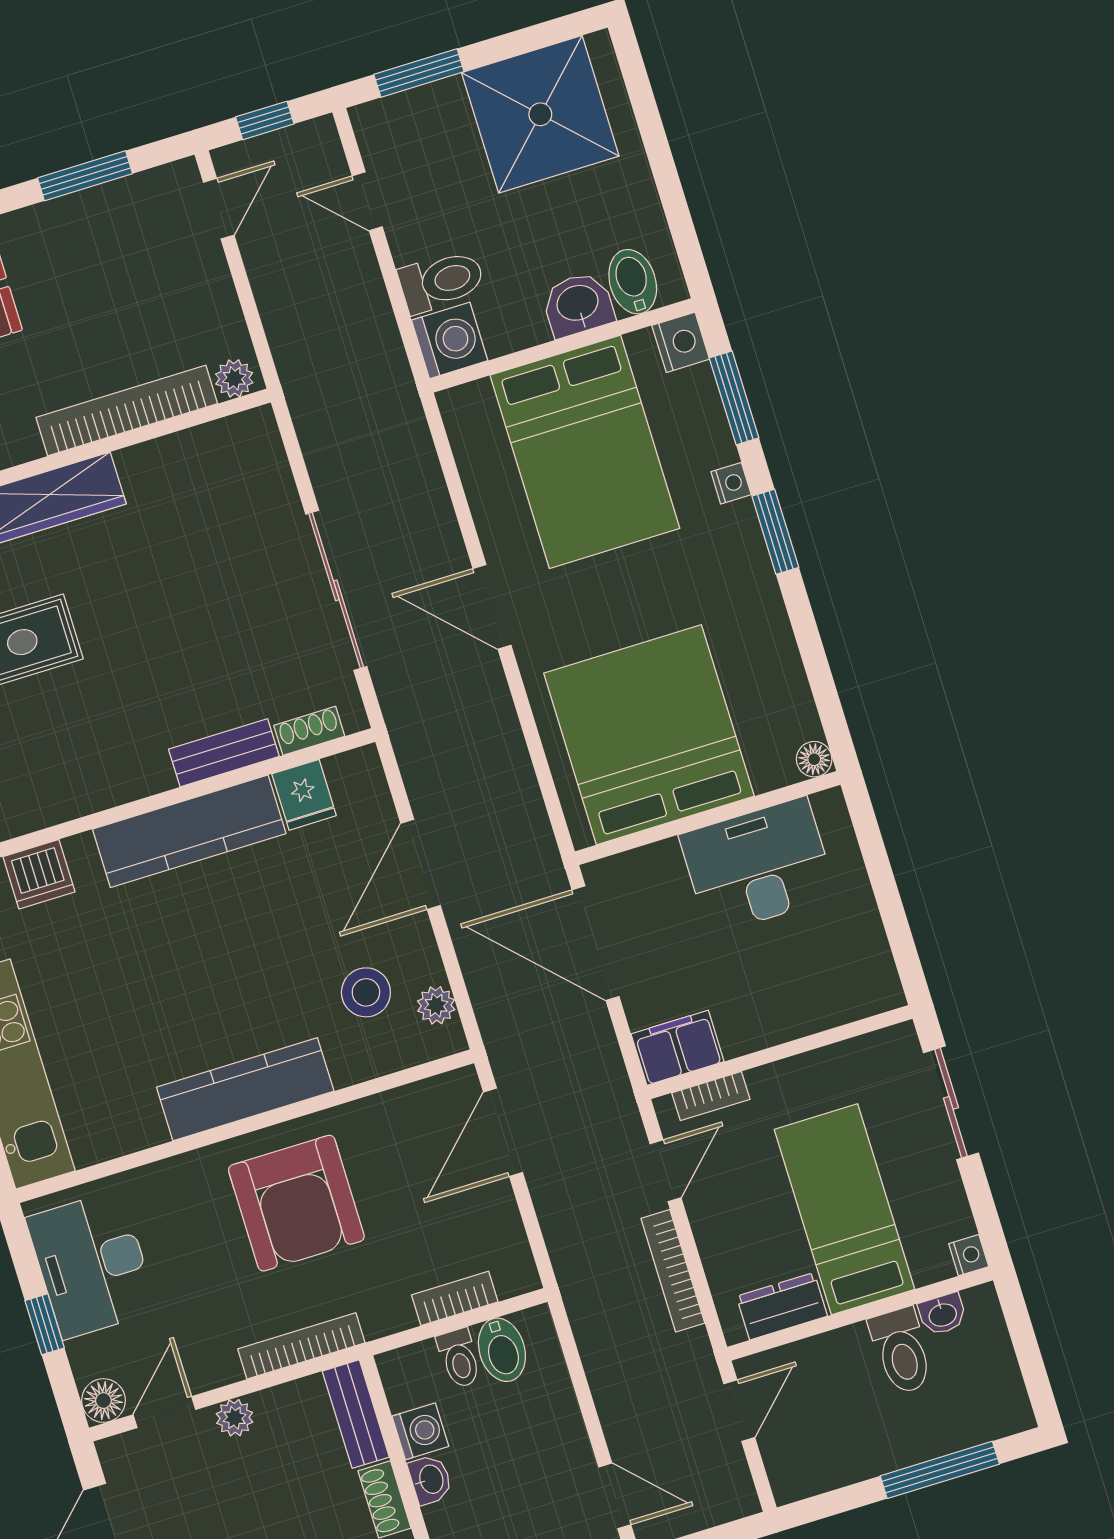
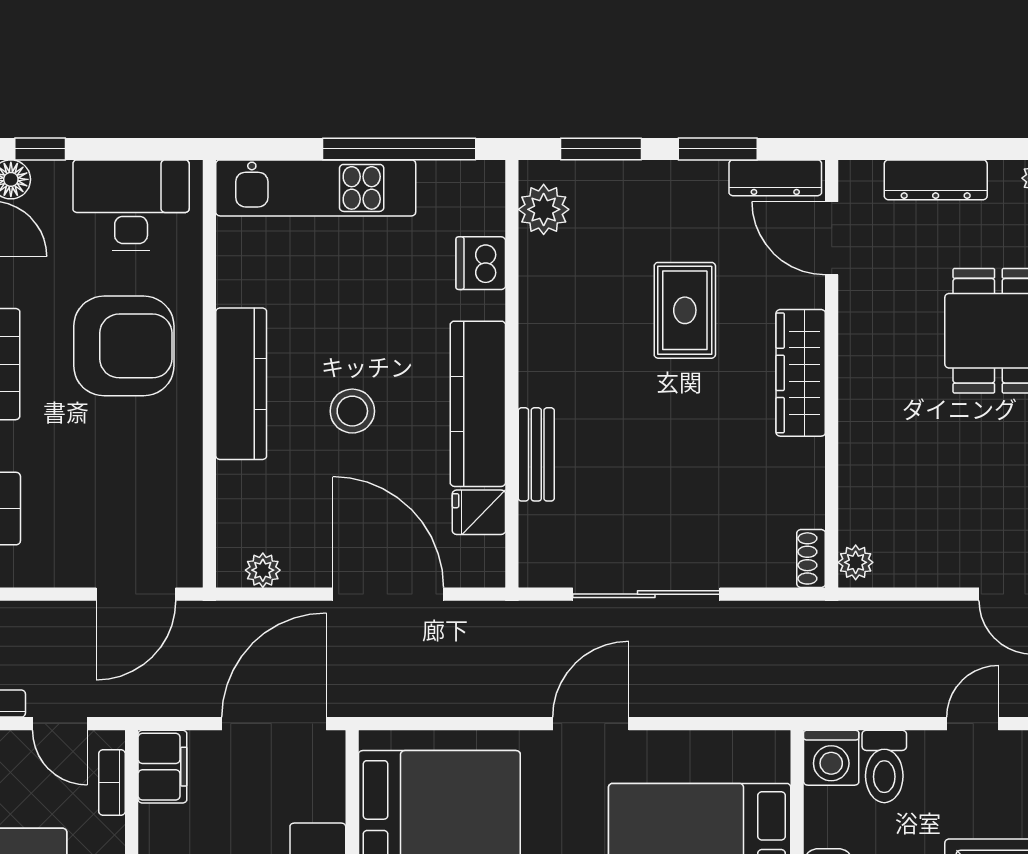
bookcase: (127, 411) -> (856, 461), removed
shoe rack: (309, 731) -> (811, 558), moved, turned 180
door: (421, 864) -> (388, 594), width x1.36
stool: (366, 992) -> (352, 411), moved
door: (503, 1132) -> (136, 594), swing flipped
armchair: (296, 1203) -> (124, 346), moved, turned 180
window: (45, 1324) -> (40, 149), moved

